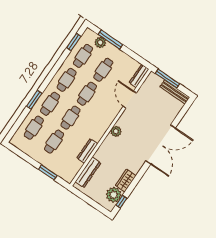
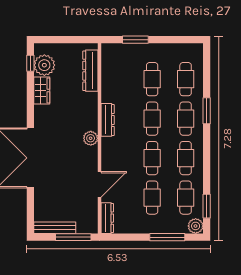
plant: (100, 43) -> (196, 226), moved
door: (130, 100) -> (99, 184), hinge flipped
dresser: (87, 151) -> (108, 120), moved

